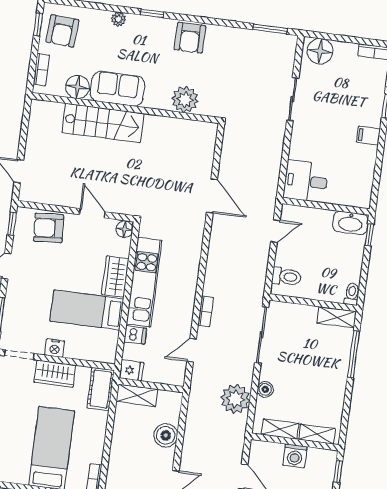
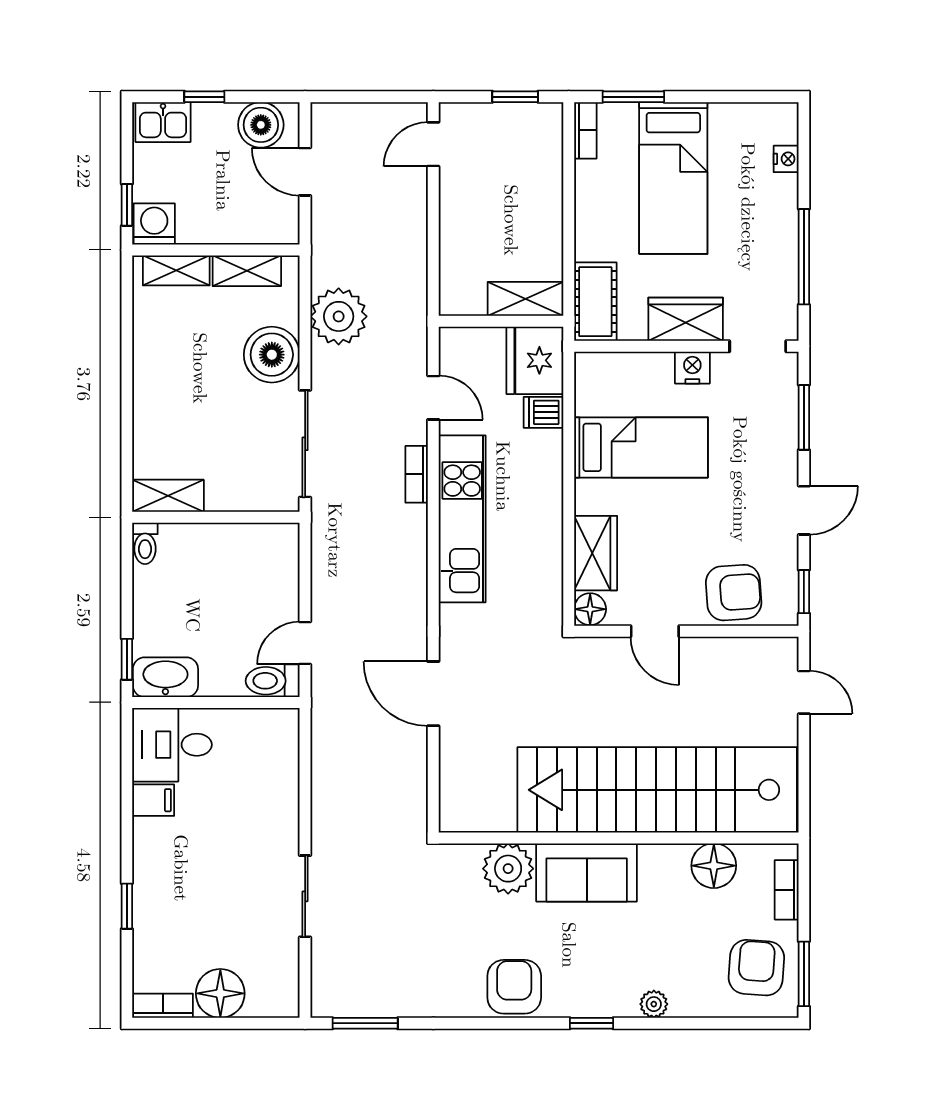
window: (38, 24) -> (804, 974), width x1.50
floor lamp: (320, 51) -> (220, 993), moved
sofa: (117, 89) -> (587, 872), moved
stairs: (103, 123) -> (657, 790), width x1.86, depth x1.51
filing cabinet: (368, 136) -> (153, 800), moved
desk: (306, 181) -> (172, 745), moved, turned 180
wardrobe: (115, 277) -> (596, 553), moved
toilet: (286, 277) -> (273, 681), moved
kitchen unit: (144, 282) -> (462, 519), moved, turned 180
door: (192, 350) -> (433, 398), hinge flipped
window: (354, 354) -> (127, 430), removed
fridge: (131, 370) -> (535, 360), width x1.88, depth x1.34
boiler: (265, 389) -> (272, 355), width x1.86, depth x1.86
boiler: (166, 435) -> (461, 230), removed
washing machine: (295, 456) -> (154, 224), moved

